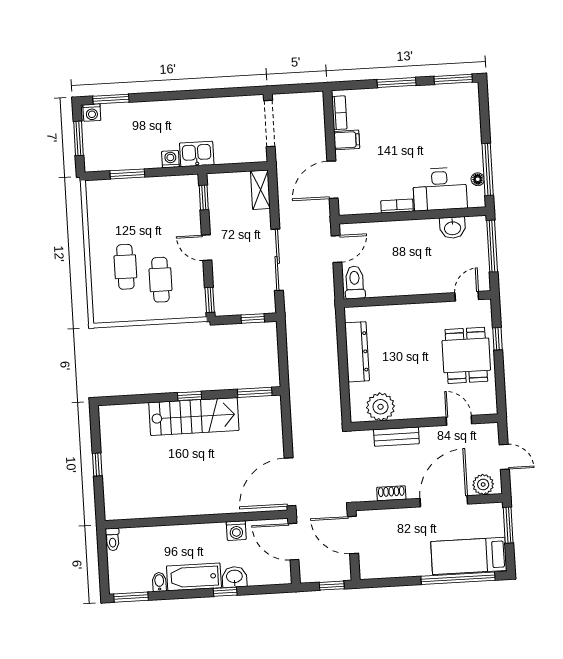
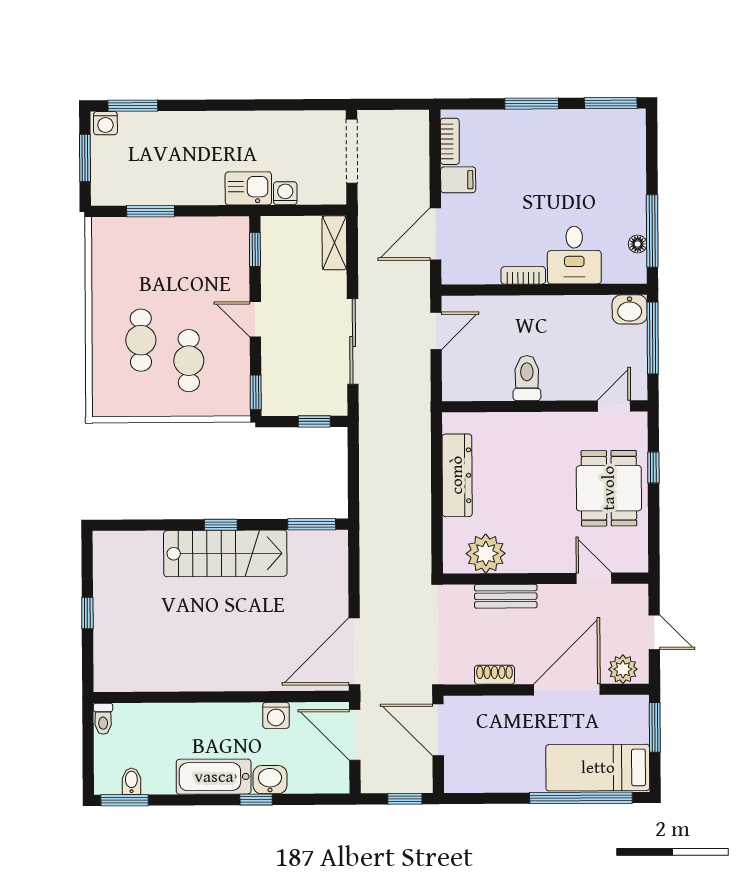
washing machine: (170, 159) -> (285, 193), moved
desk: (440, 189) -> (574, 255), width x0.73
washbasin: (453, 228) -> (630, 309), moved
toilet: (355, 282) -> (527, 378), moved
bidet: (159, 582) -> (131, 781), moved

